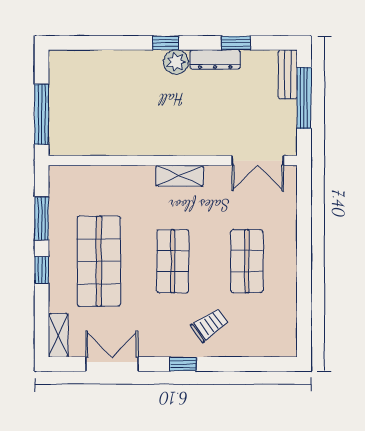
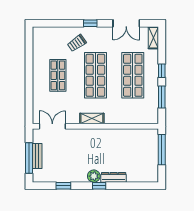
dresser: (215, 59) -> (114, 177), moved
bench: (288, 74) -> (37, 156), moved
shop shelf: (173, 261) -> (95, 75), width x1.43, depth x1.36

